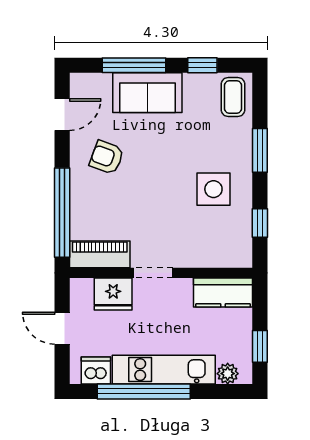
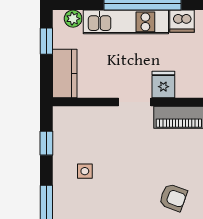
side table: (213, 189) -> (85, 171), width x0.54, depth x0.54
kitchen counter: (223, 292) -> (65, 73), moved, turned 90
fridge: (113, 294) -> (163, 84), width x0.72

